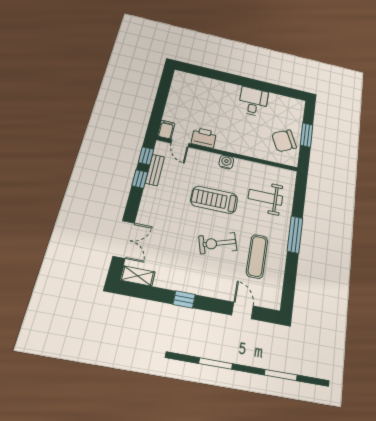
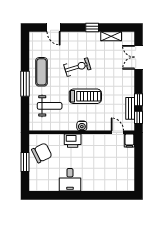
printer: (204, 138) -> (73, 141), moved
exercise mat: (257, 256) -> (41, 72), moved
shelving: (138, 276) -> (111, 36), moved

